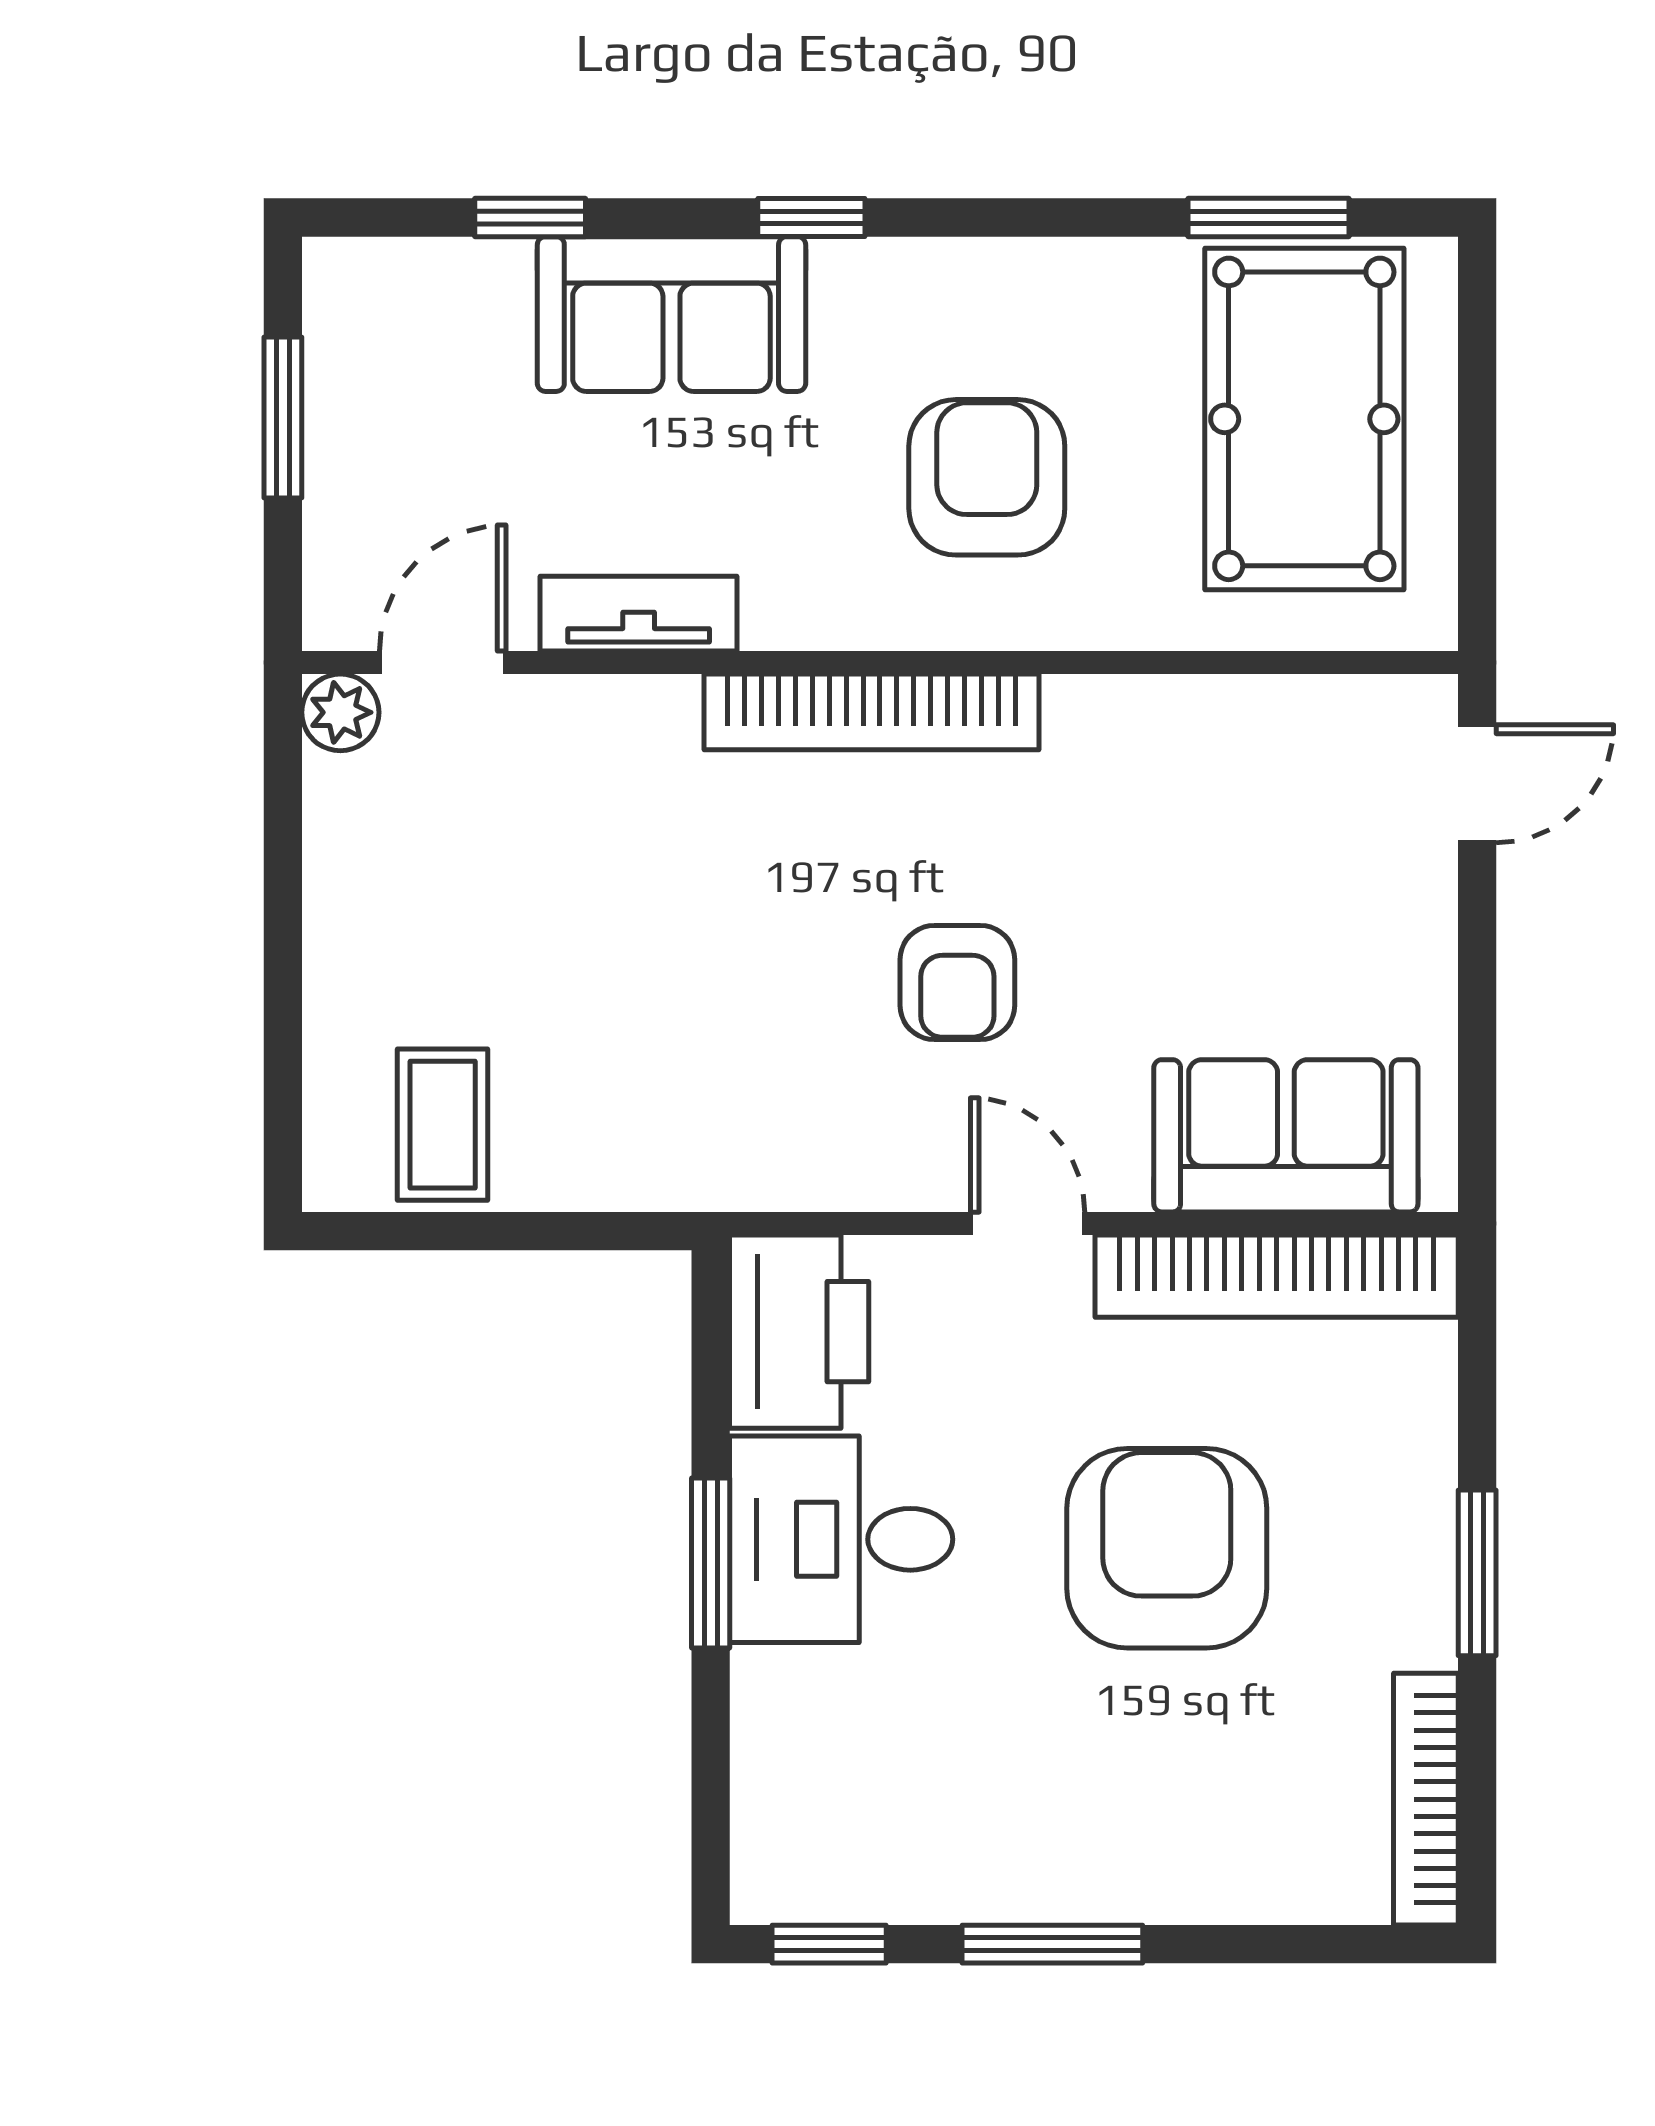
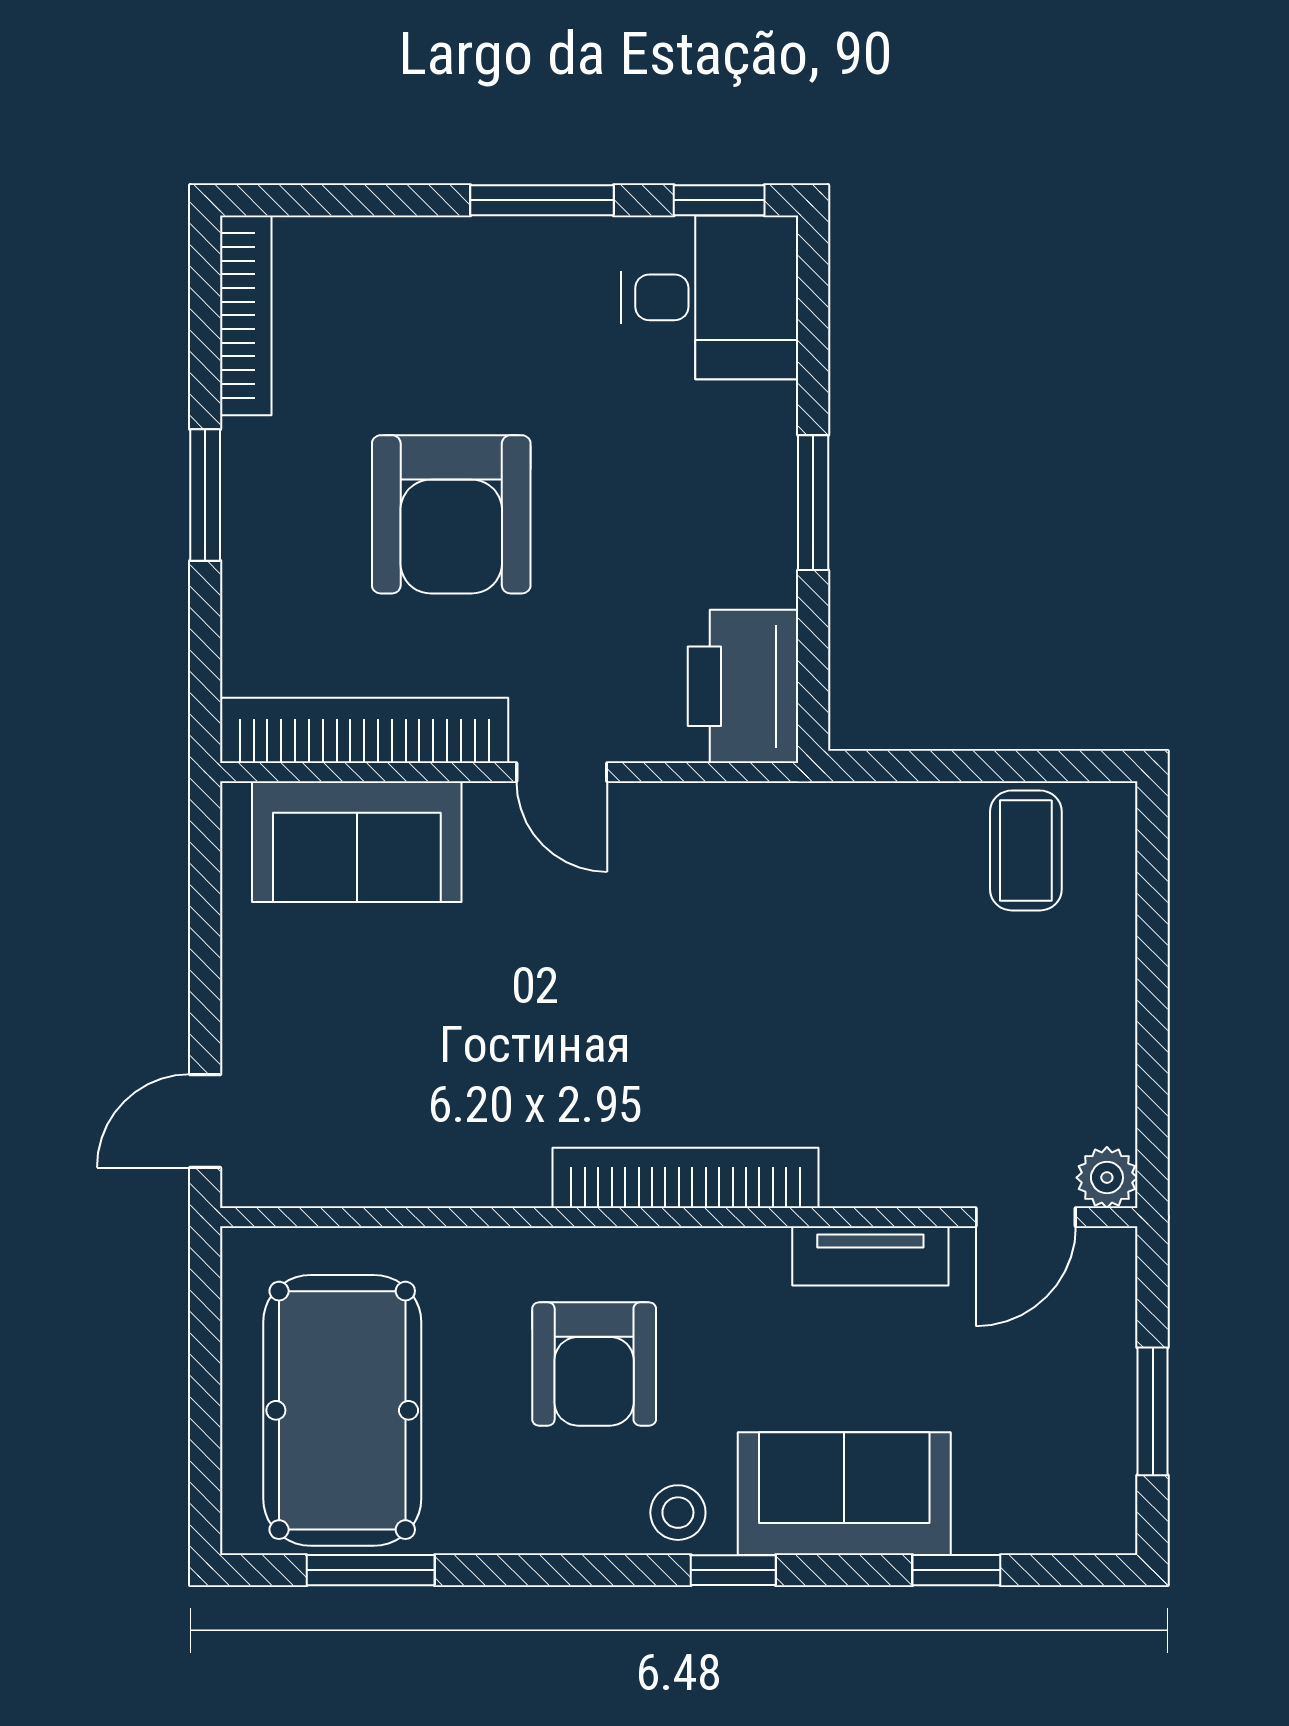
stool: (881, 290) -> (678, 1513), added
armchair: (957, 983) -> (617, 963), removed
desk: (841, 1539) -> (710, 297), moved

